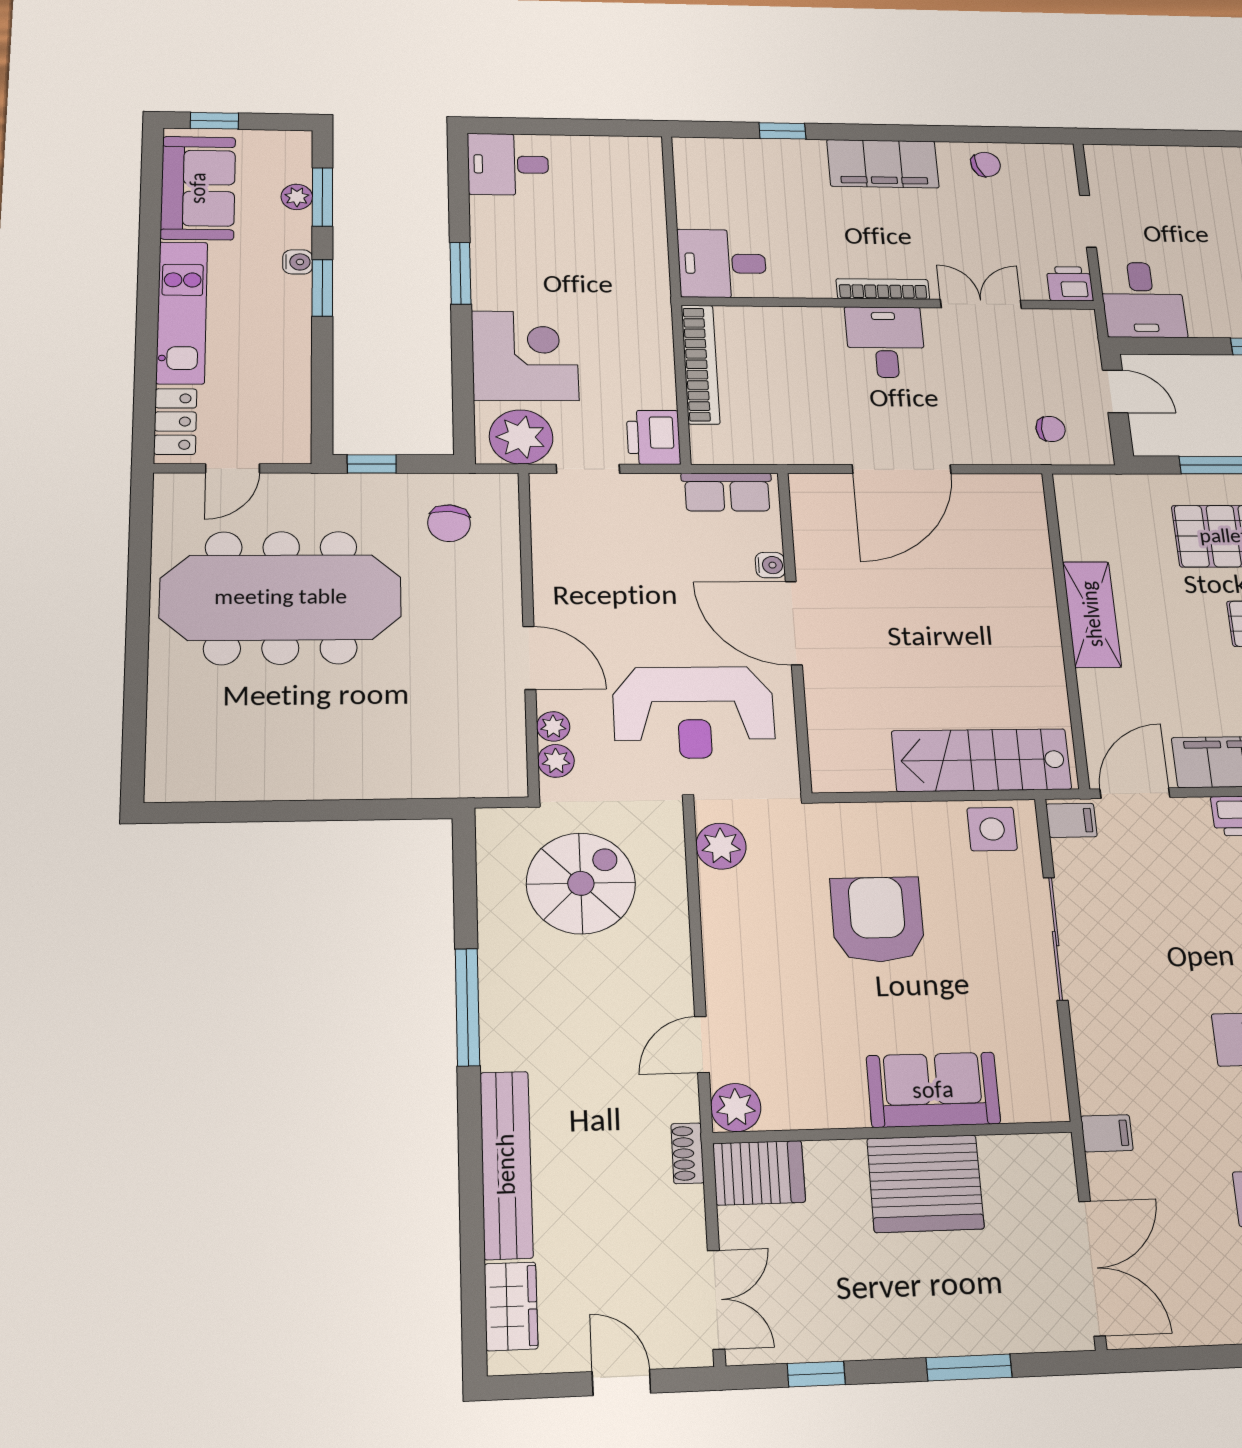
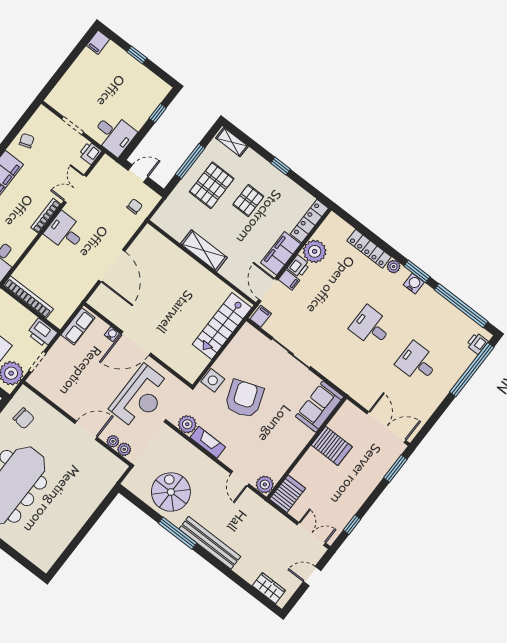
side table: (992, 829) -> (213, 380), moved
spiral stairs: (581, 883) -> (171, 492), moved
fireplace: (720, 917) -> (208, 442), added
armchair: (877, 919) -> (244, 399), turned 70
sofa: (933, 1090) -> (320, 407), moved
filing cabinet: (1107, 1133) -> (289, 280), moved, turned 90
shoe rack: (687, 1153) -> (267, 508), removed
bench: (506, 1164) -> (210, 543), moved
server rack: (925, 1184) -> (332, 446), width x0.62
window: (969, 1367) -> (395, 468), moved

